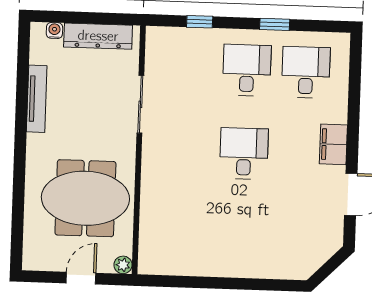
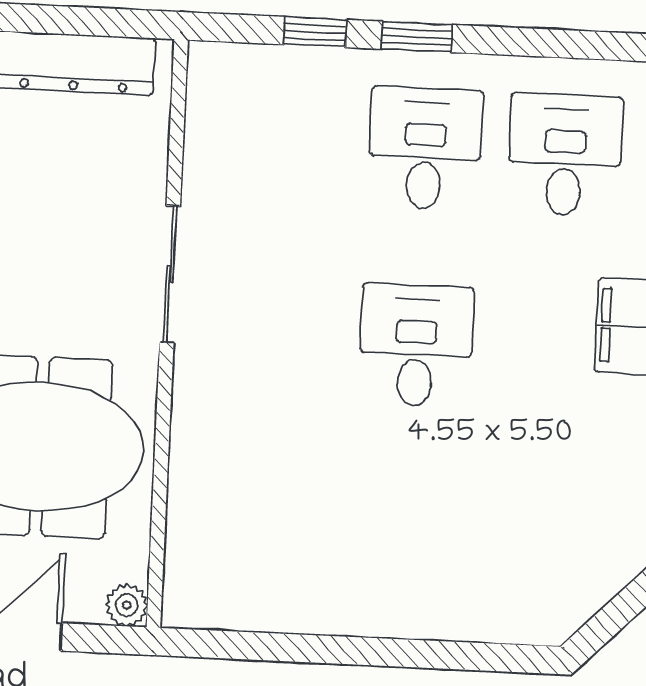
window: (275, 24) -> (417, 37), moved
sliding door: (140, 104) -> (170, 274), moved

